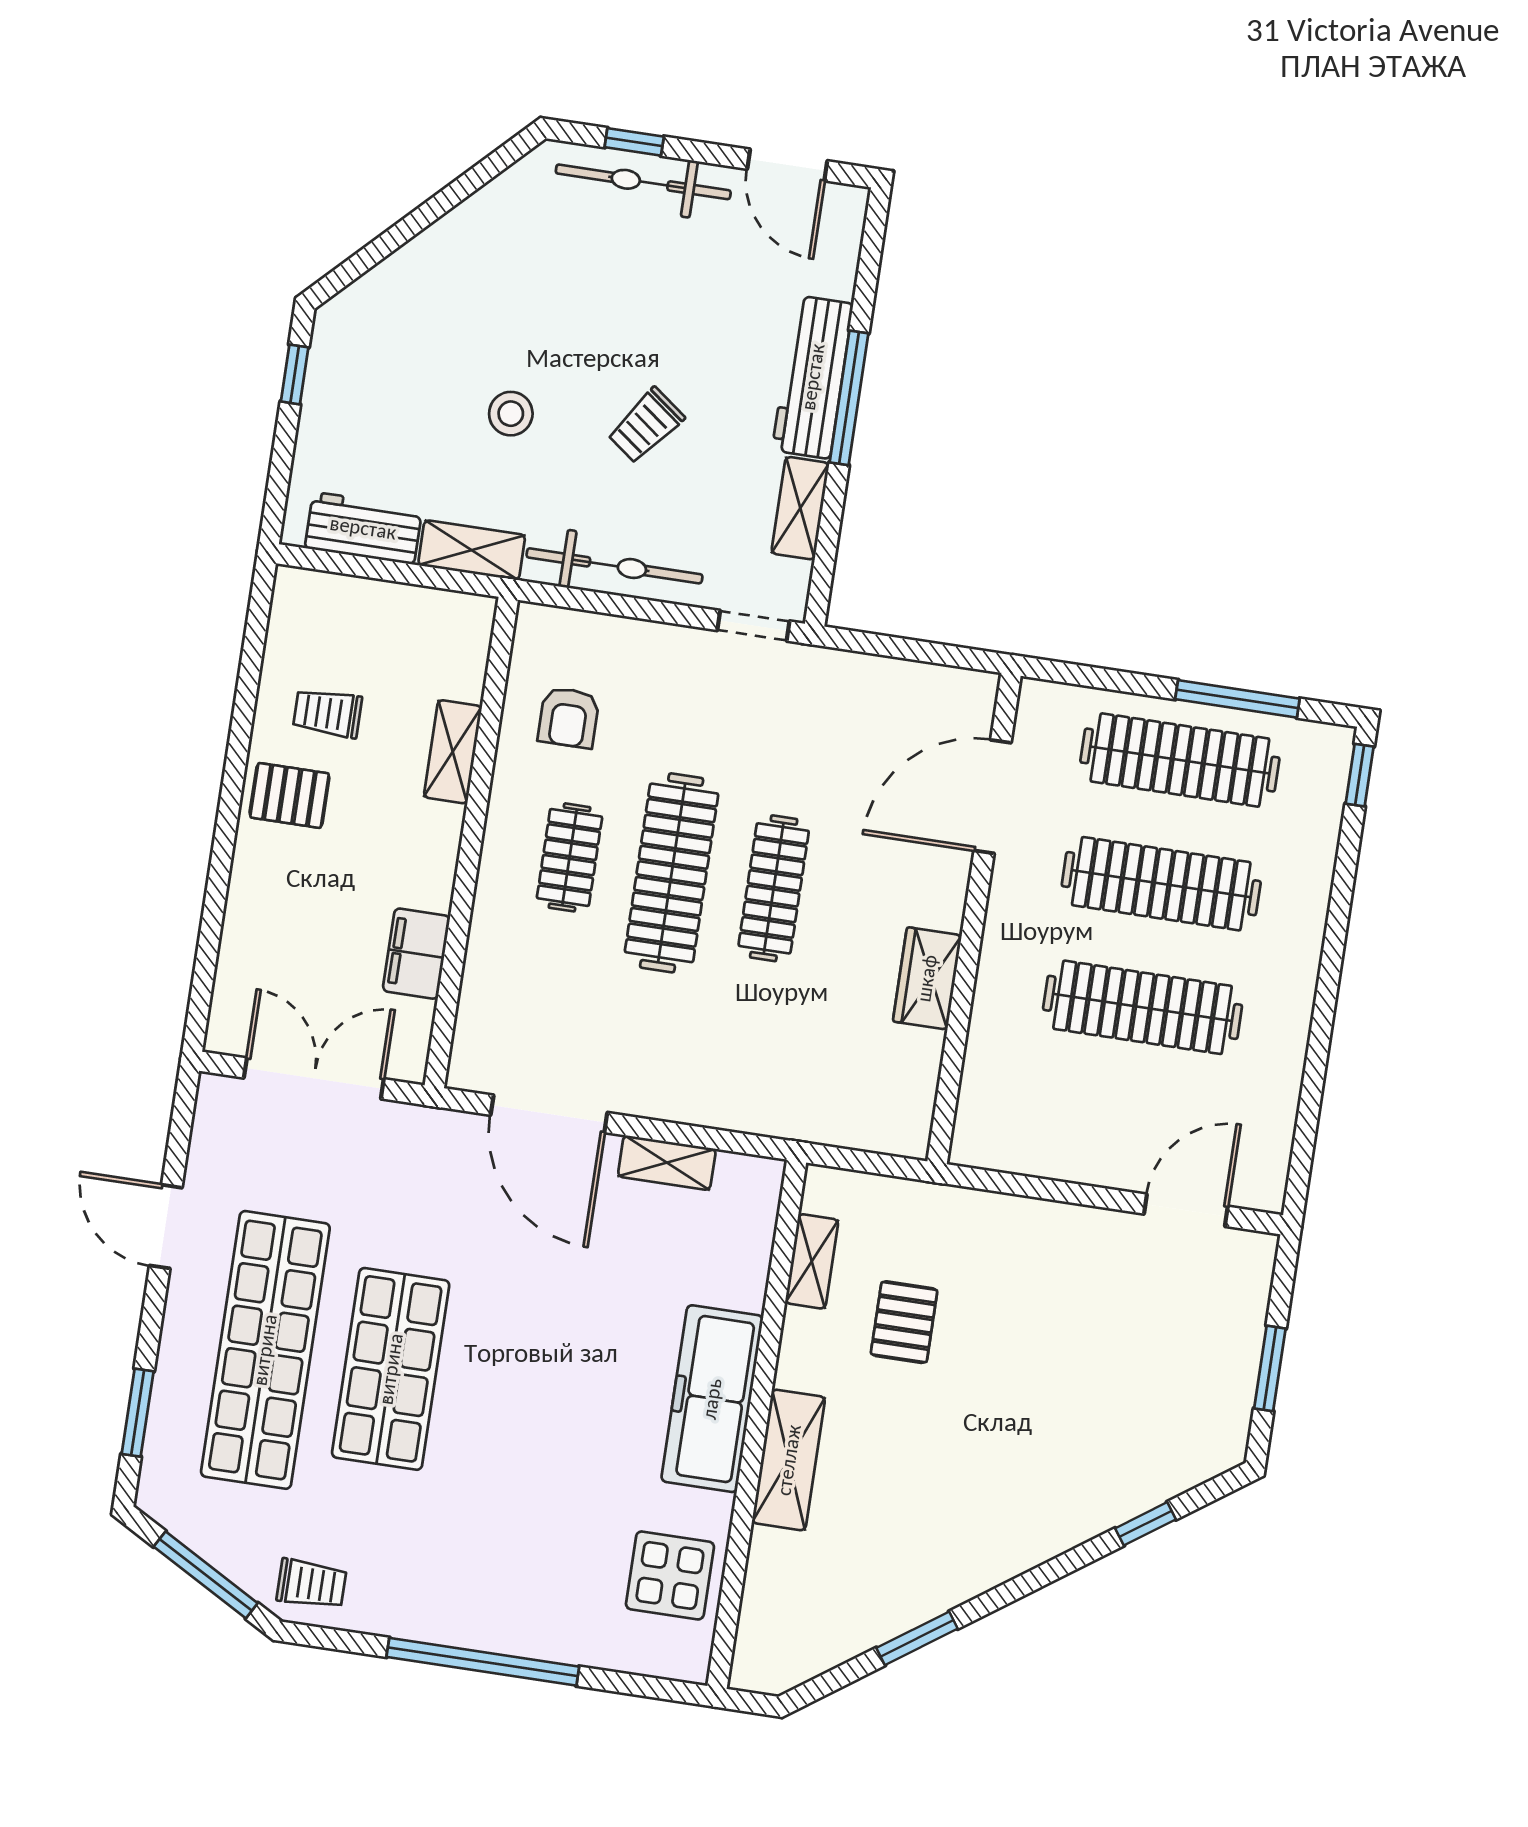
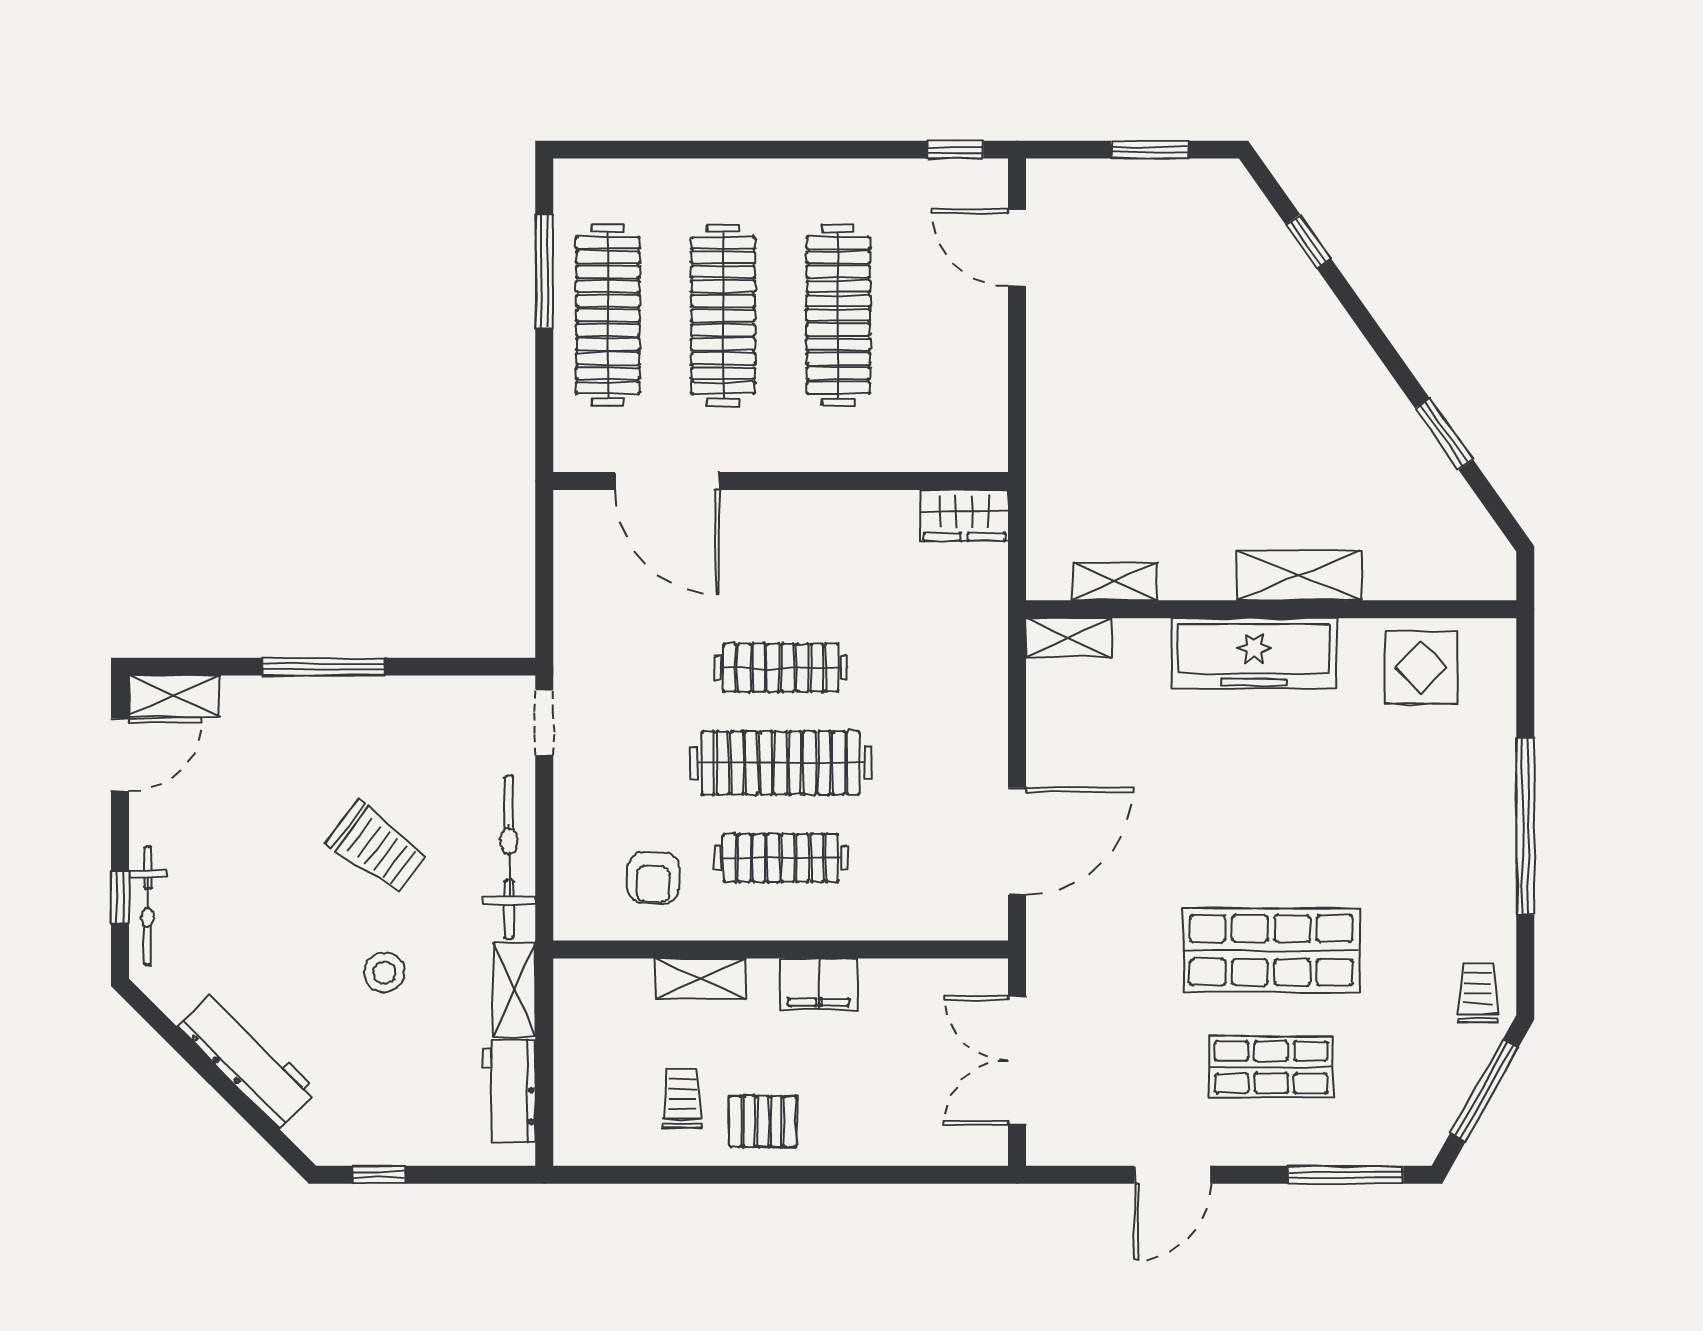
bicycle: (643, 182) -> (148, 906), width x0.73, depth x0.71
workbench: (813, 377) -> (247, 1059), moved, turned -135
trolley: (646, 426) -> (377, 848), width x1.36, depth x1.39
shelving: (800, 508) -> (174, 696), moved
trolley: (328, 713) -> (682, 1098), turned 180
armchair: (569, 718) -> (653, 878), turned 92
window: (1360, 775) -> (955, 150), moved
pallet: (289, 795) -> (763, 1121), turned 90
clothes rail: (570, 857) -> (781, 858), width x1.36
filing cabinet: (416, 954) -> (819, 984), moved
wardrobe: (927, 978) -> (964, 515), moved
shelving: (667, 1163) -> (1069, 637), moved, turned 90
pallet: (904, 1322) -> (1158, 489), removed
shop shelf: (265, 1350) -> (1271, 1067), width x0.50, depth x0.74
window: (138, 1413) -> (1346, 1175), width x1.44

